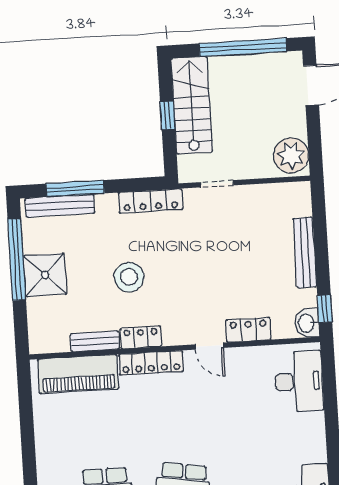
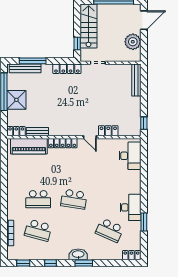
window: (168, 115) -> (77, 43), moved
plant: (291, 156) -> (133, 42), moved
bench: (305, 253) -> (136, 80), moved
stool: (129, 277) -> (55, 103), removed
washbasin: (307, 323) -> (135, 129), removed
locker: (141, 337) -> (16, 131), moved

